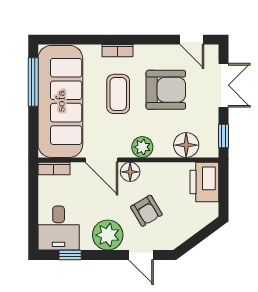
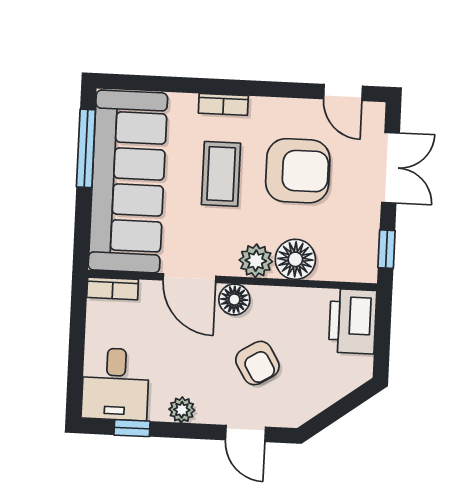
floor lamp: (186, 145) -> (295, 259), moved
plant: (108, 235) -> (182, 410), width x0.53, depth x0.53

